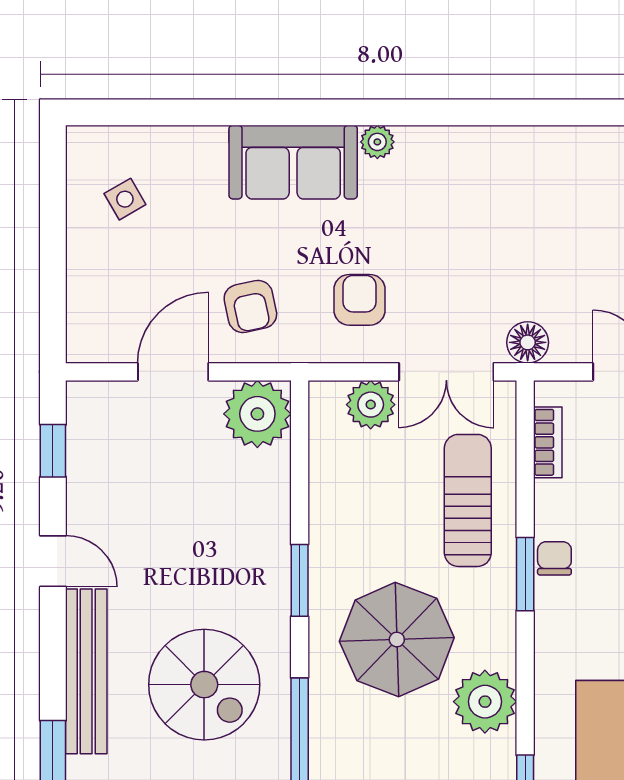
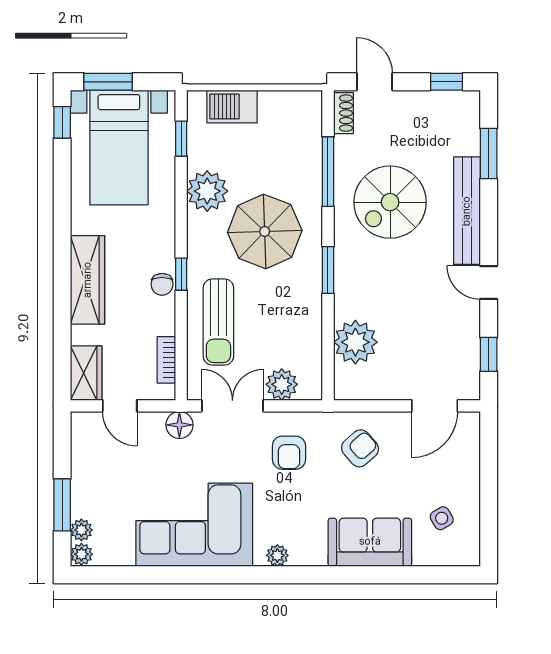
sofa: (293, 162) -> (370, 542), moved
corner sofa: (505, 189) -> (194, 525), added
armchair: (250, 306) -> (360, 448), turned 61
door: (173, 372) -> (435, 406), moved
plant: (257, 414) -> (355, 342), moved
window: (525, 574) -> (181, 274), width x0.67
spiral stairs: (204, 685) -> (390, 202), turned -90

